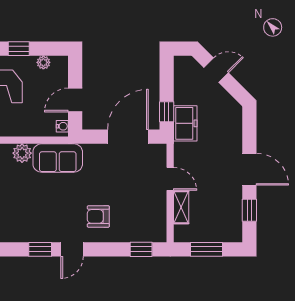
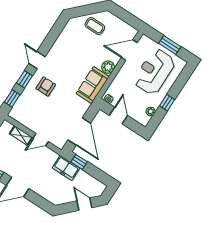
door: (216, 70) -> (84, 204), swing flipped
window: (40, 249) -> (25, 79), moved

